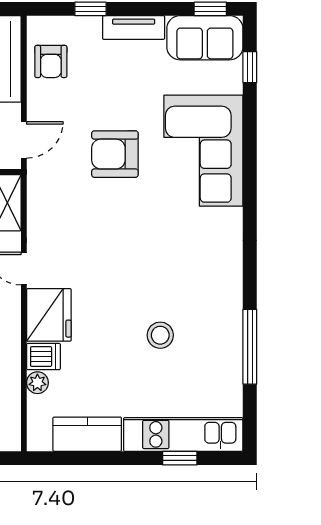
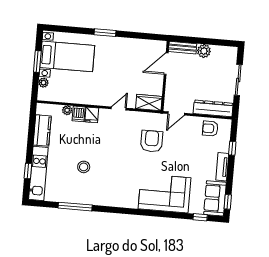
door: (24, 140) -> (176, 113), hinge flipped
armchair: (115, 154) -> (152, 141), moved
fridge: (49, 315) -> (92, 115), width x0.53, depth x0.75

